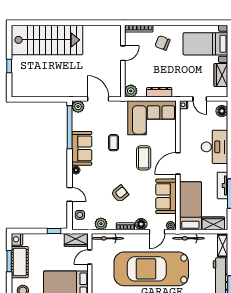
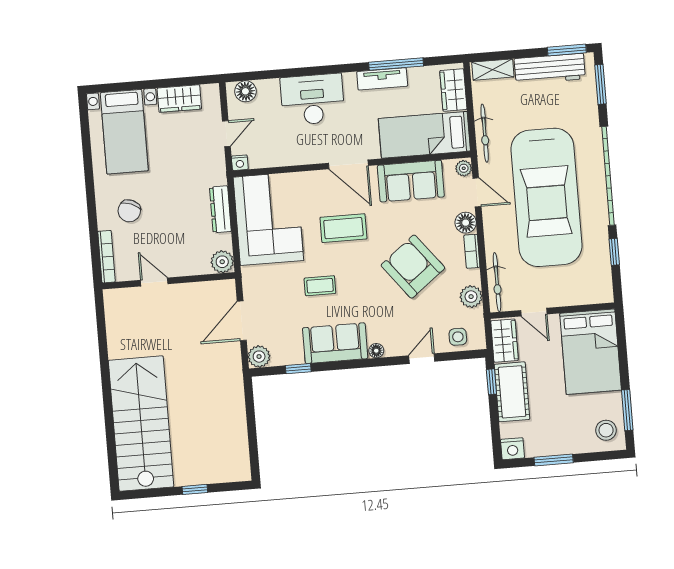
window: (70, 127) -> (298, 369), width x0.32
armchair: (120, 194) -> (413, 267), width x1.88, depth x1.88
cot: (20, 262) -> (512, 392), moved, turned 90

